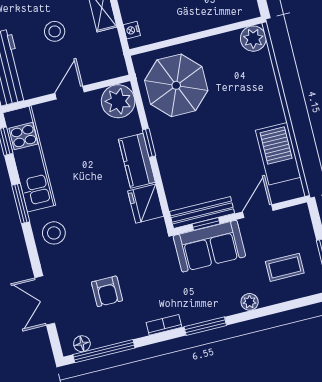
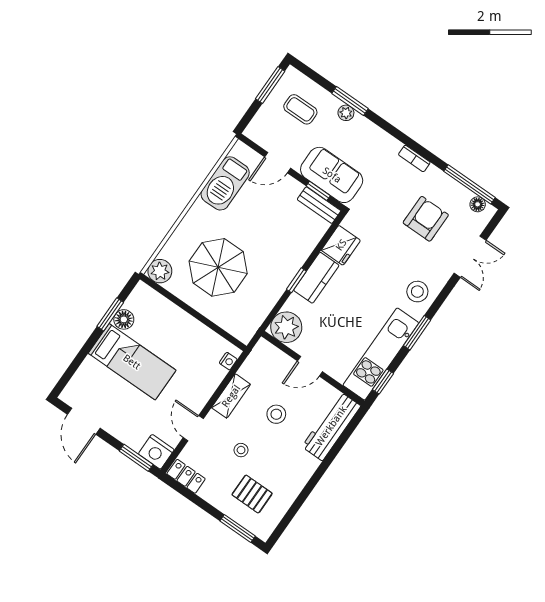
parasol: (176, 85) -> (218, 267), moved
bench: (202, 212) -> (319, 205), width x0.73
armchair: (107, 291) -> (426, 219), width x1.38, depth x1.38
window: (205, 326) -> (350, 101), moved

